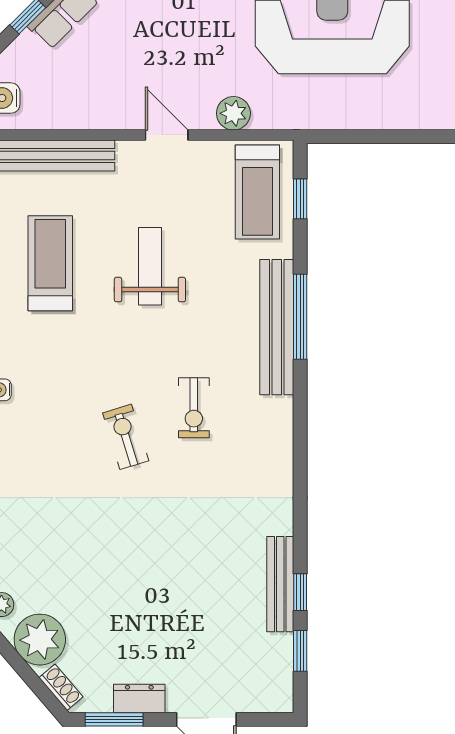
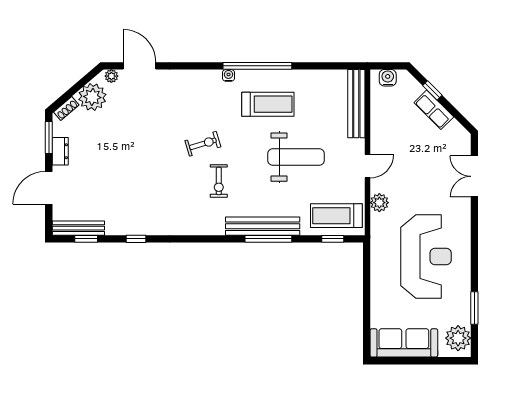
treadmill: (50, 263) -> (268, 104), moved
weight bench: (150, 266) -> (296, 157), width x1.36, depth x1.33
exercise bike: (194, 408) -> (219, 181), turned -90
bench: (280, 584) -> (78, 228), moved
window: (300, 592) -> (136, 239), moved

